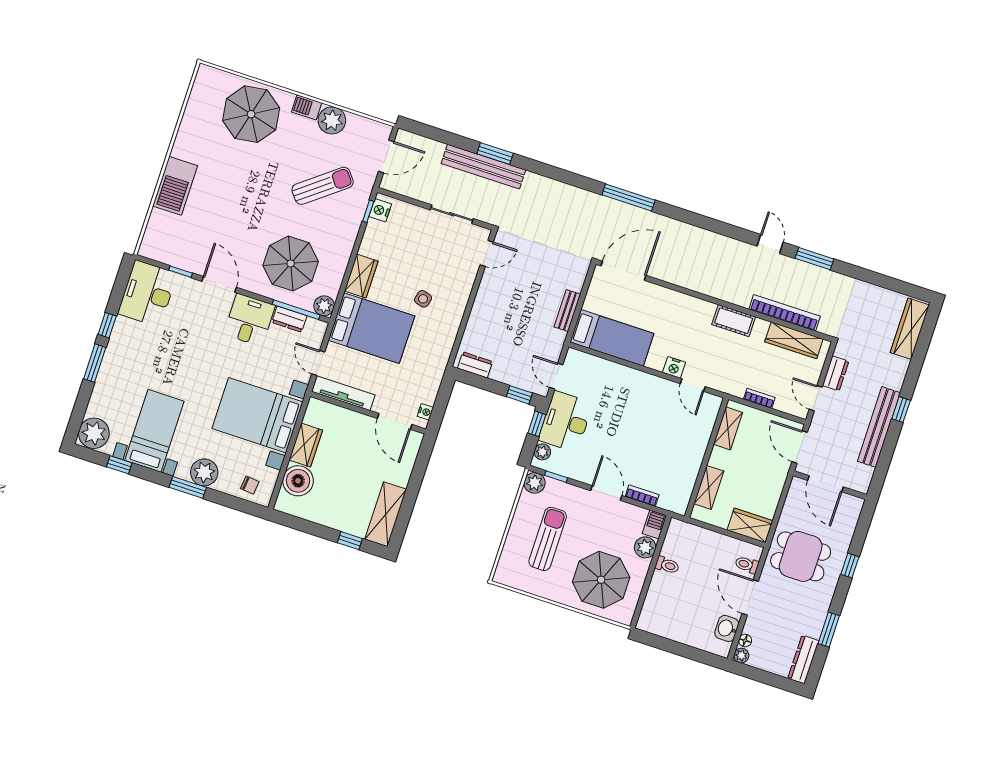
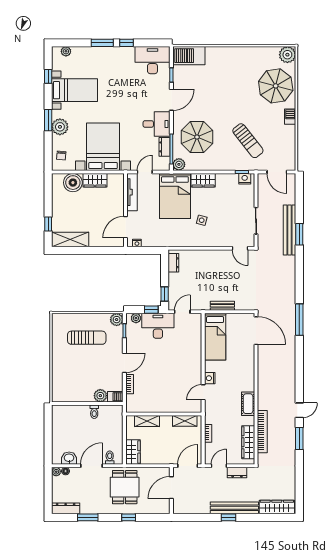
plant: (332, 120) -> (287, 55), moved
barbecue: (175, 186) -> (189, 56), moved
bench: (879, 427) -> (234, 508), moved
plant: (94, 433) -> (66, 51), width x0.53, depth x0.53
parasol: (601, 580) -> (73, 376), removed

